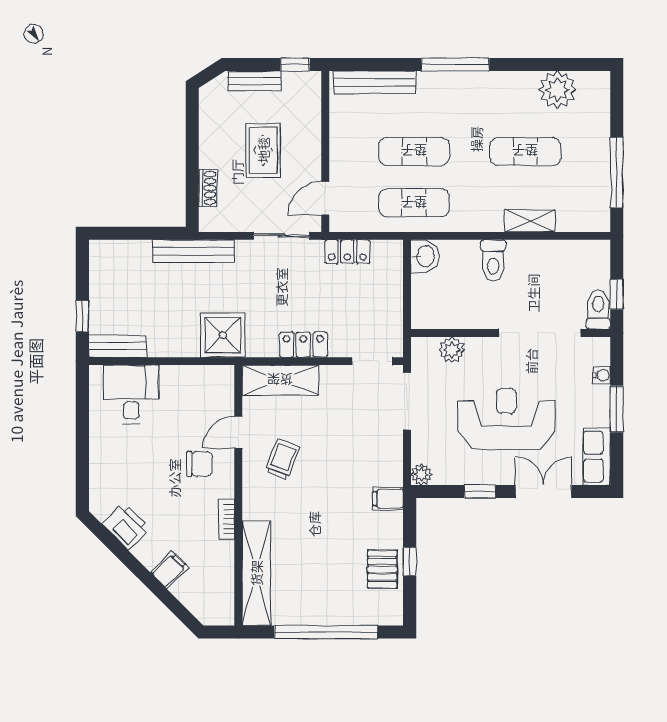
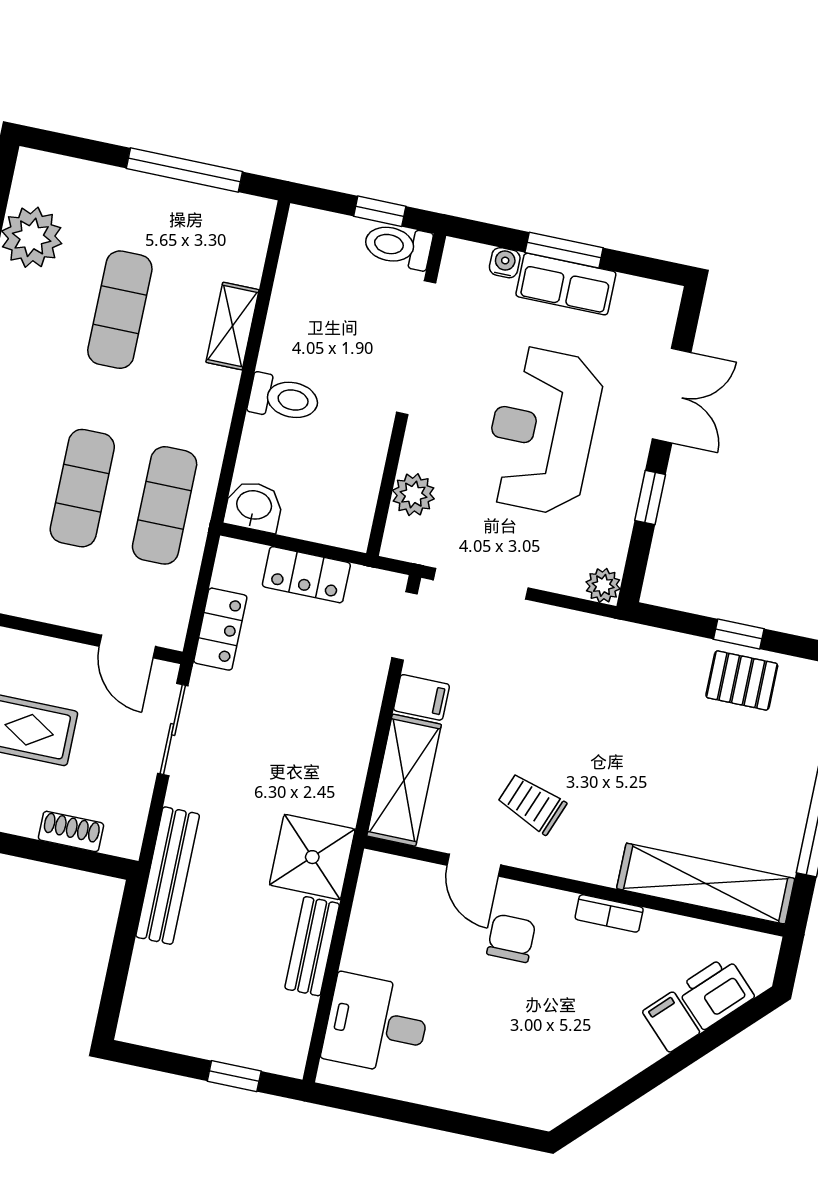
locker: (303, 345) -> (306, 575), moved, turned -90
bench: (118, 346) -> (312, 946), moved
row of seats: (597, 457) -> (566, 284), moved
double door: (543, 491) -> (672, 396), swing flipped
filing cabinet: (388, 499) -> (421, 697), moved, turned -90
printer: (126, 526) -> (715, 992), moved

